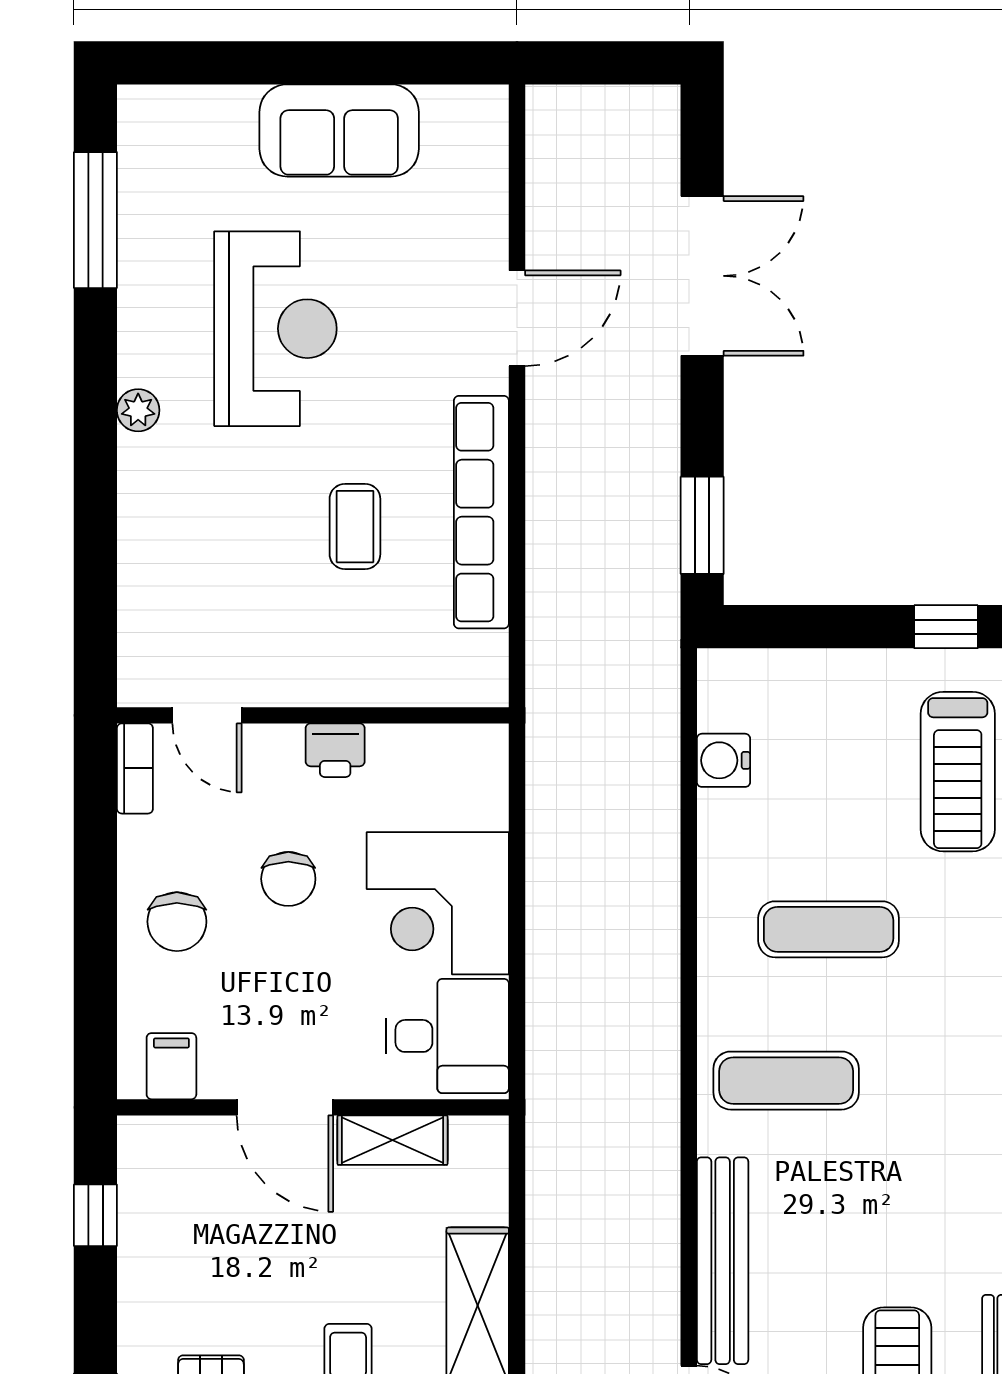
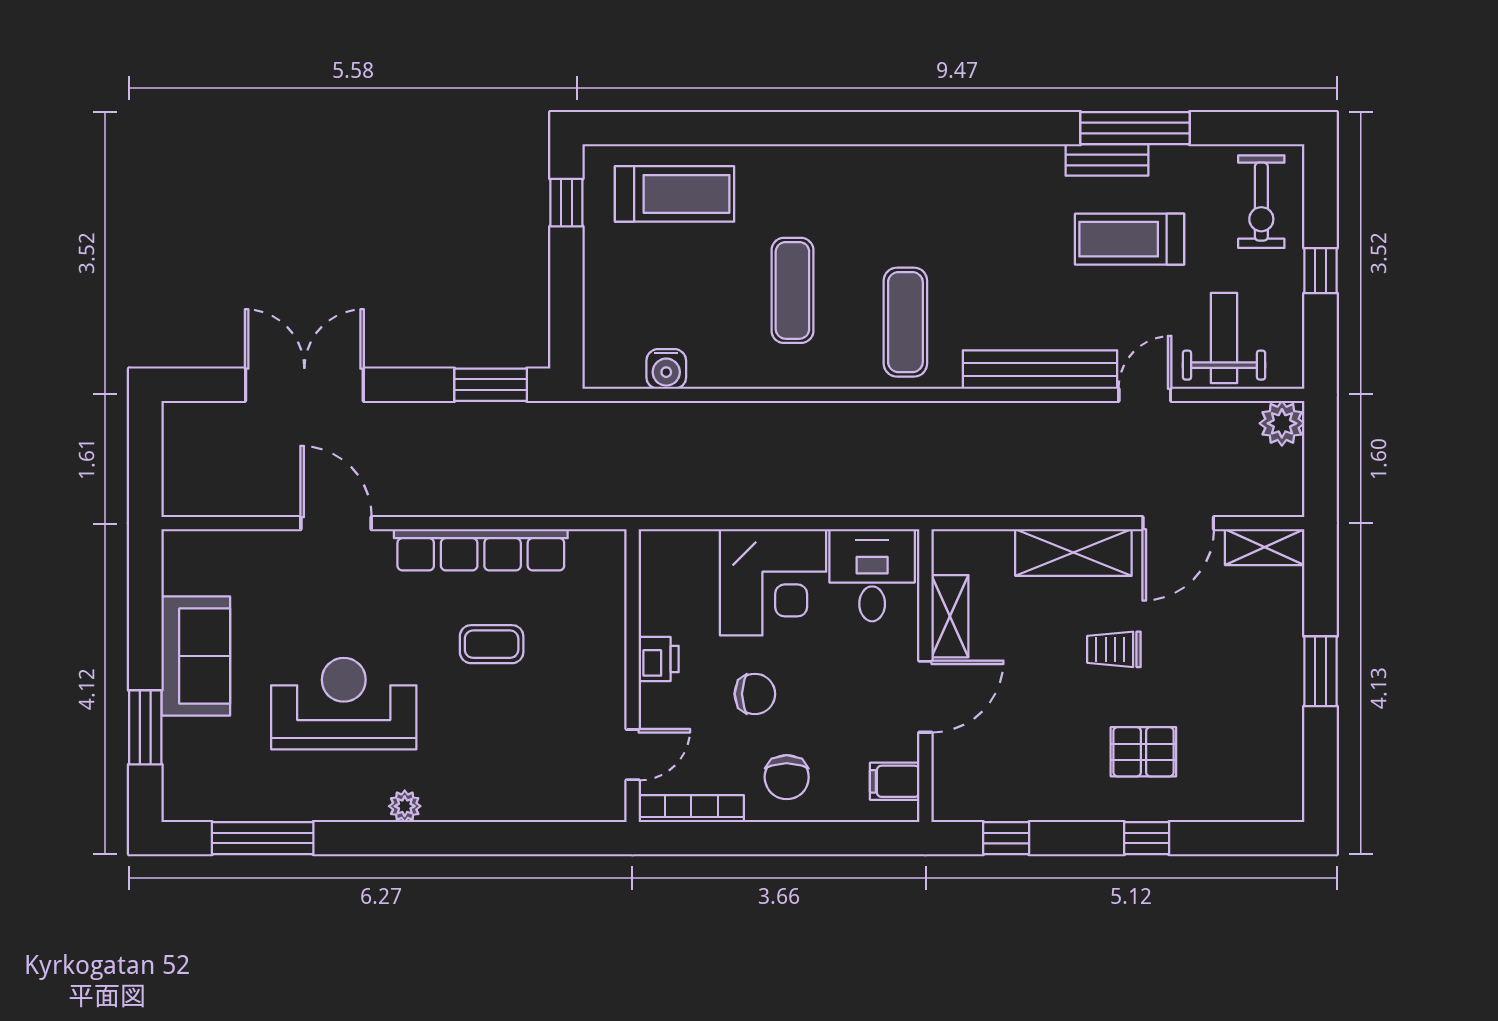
window: (244, 63) -> (145, 727), added
bookcase: (135, 768) -> (691, 809), width x1.56
chair: (177, 922) -> (787, 777), turned 90

